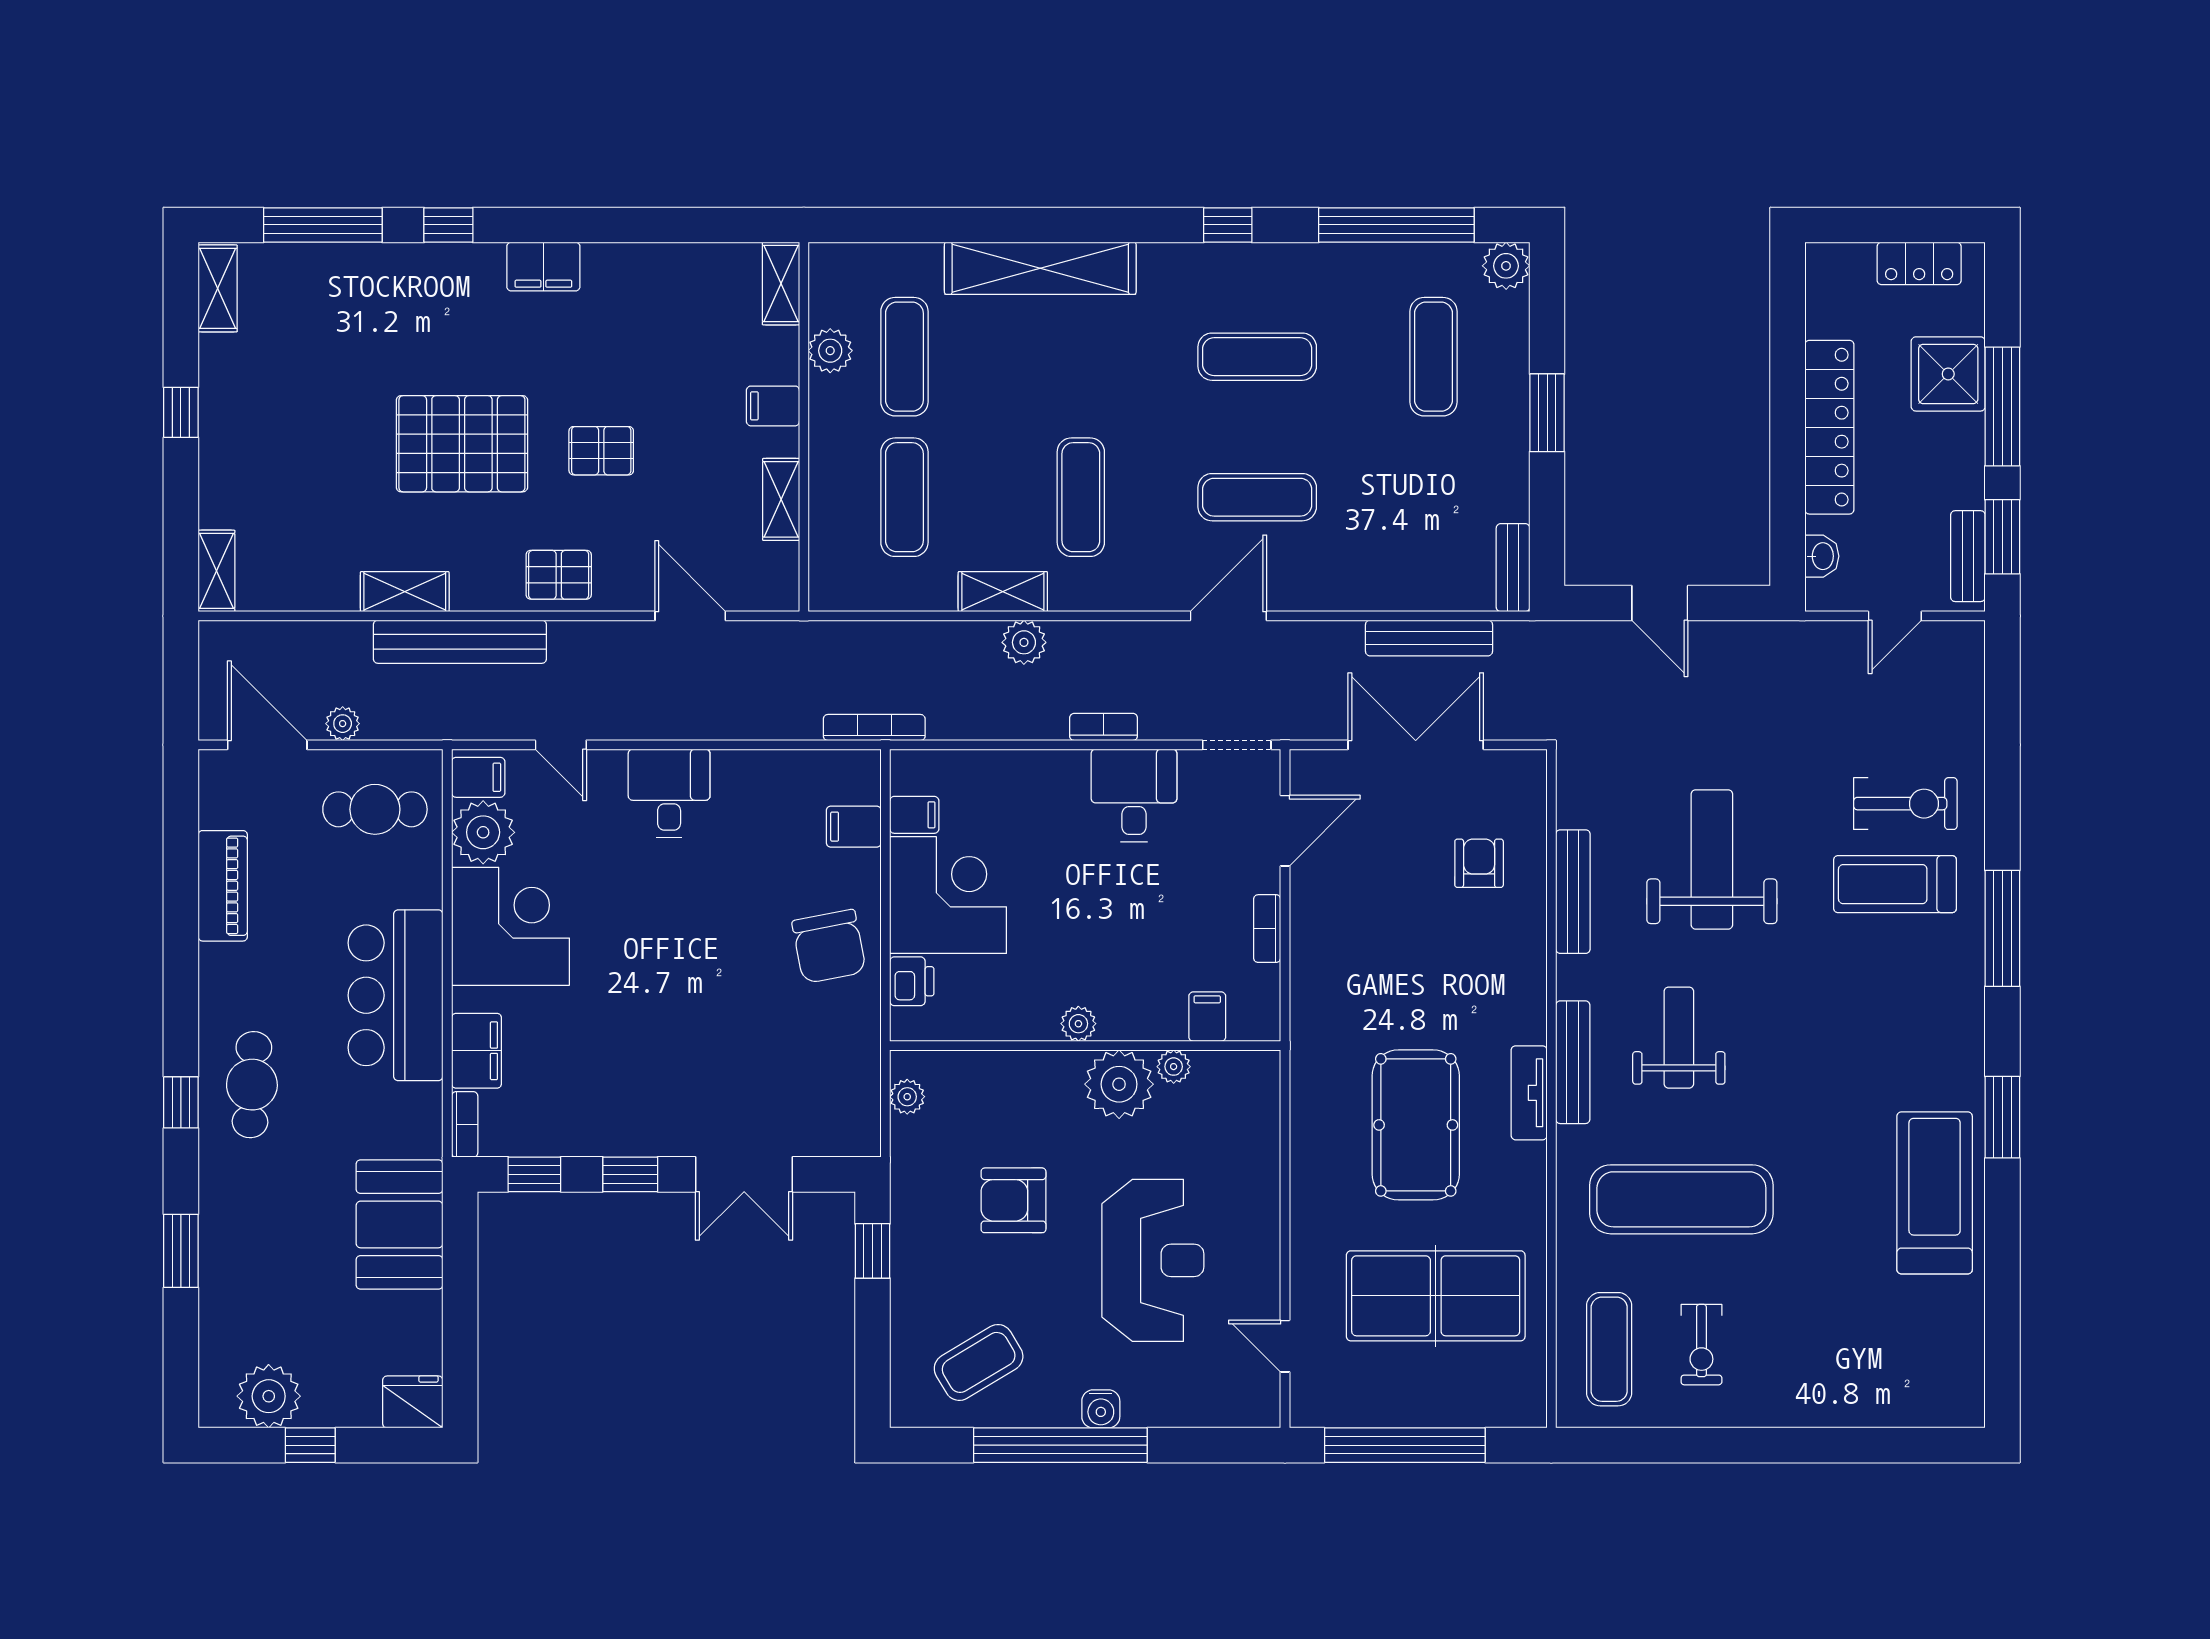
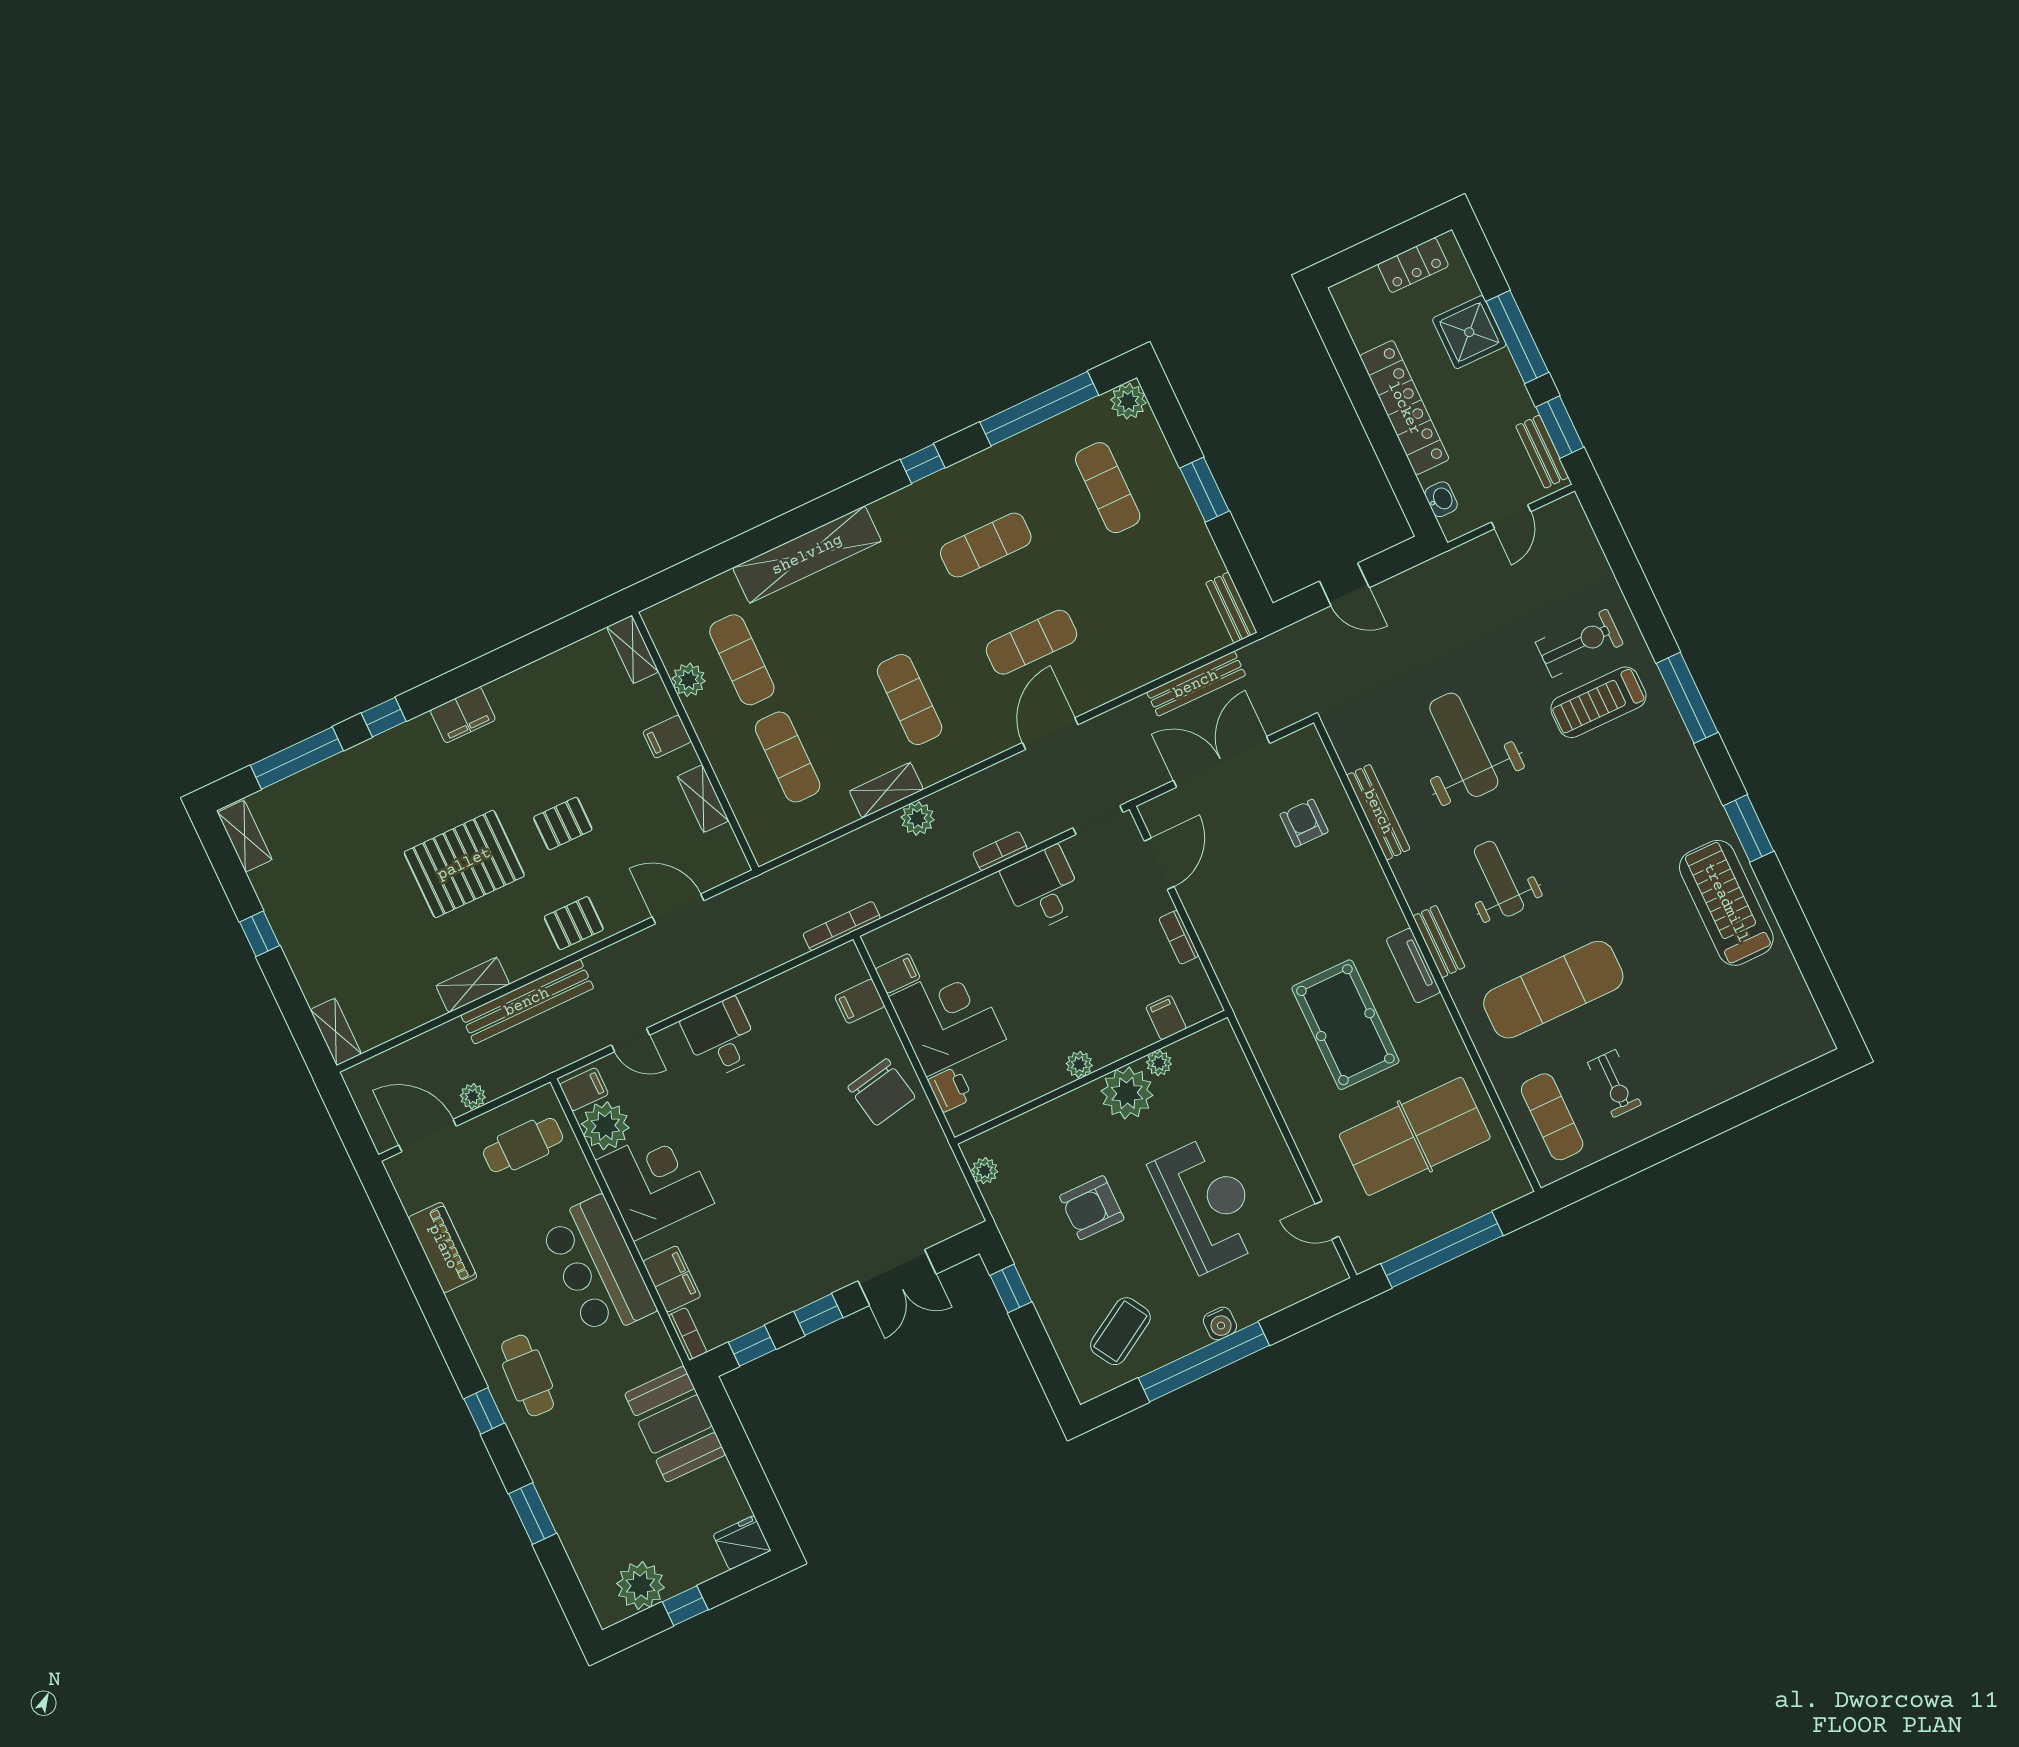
bench: (1573, 1062) -> (1439, 941), width x0.73

